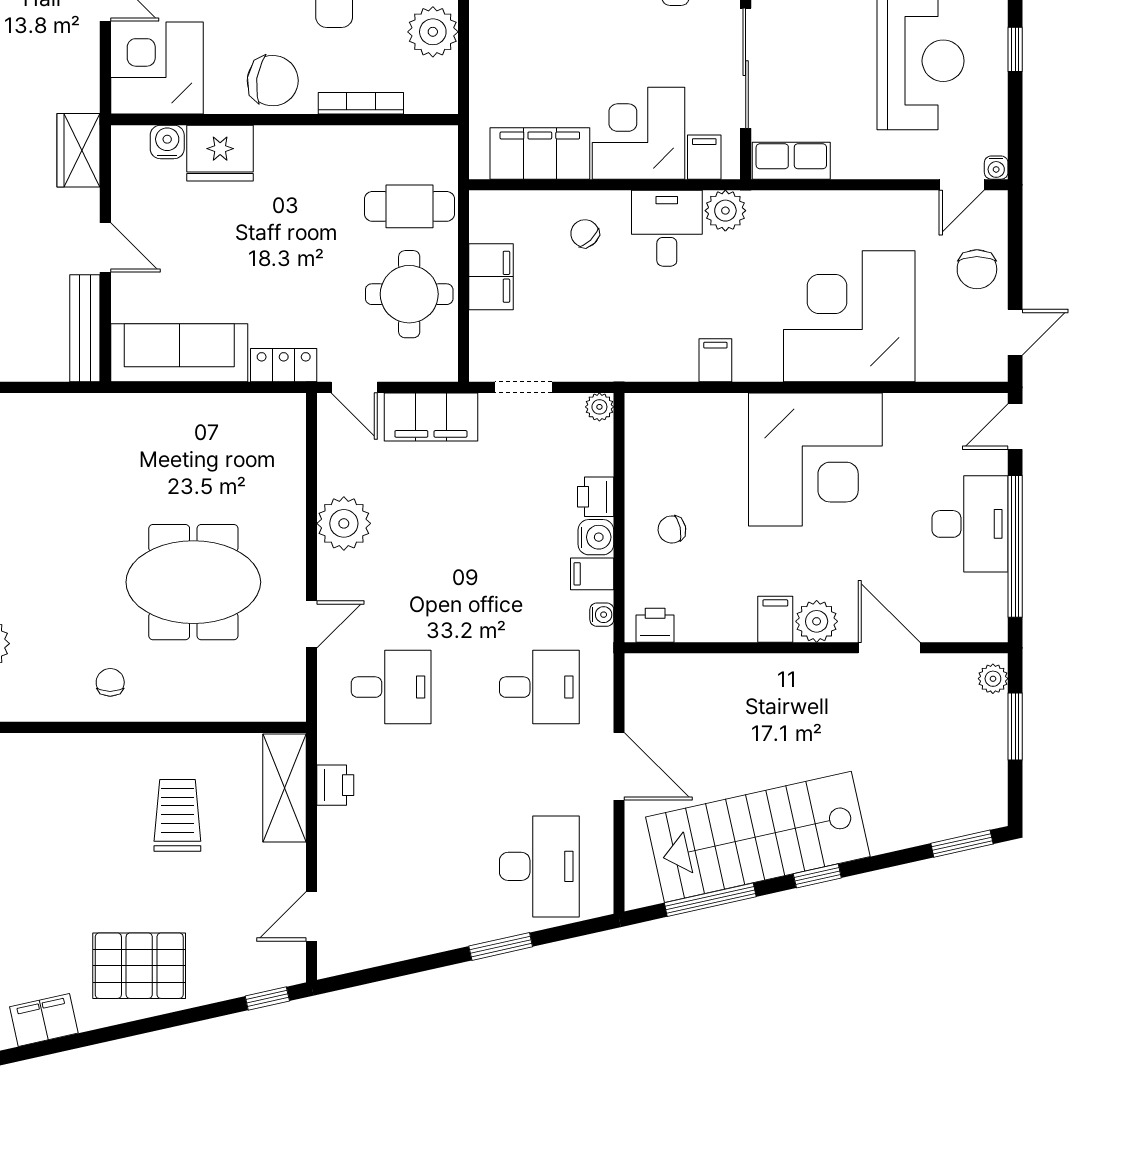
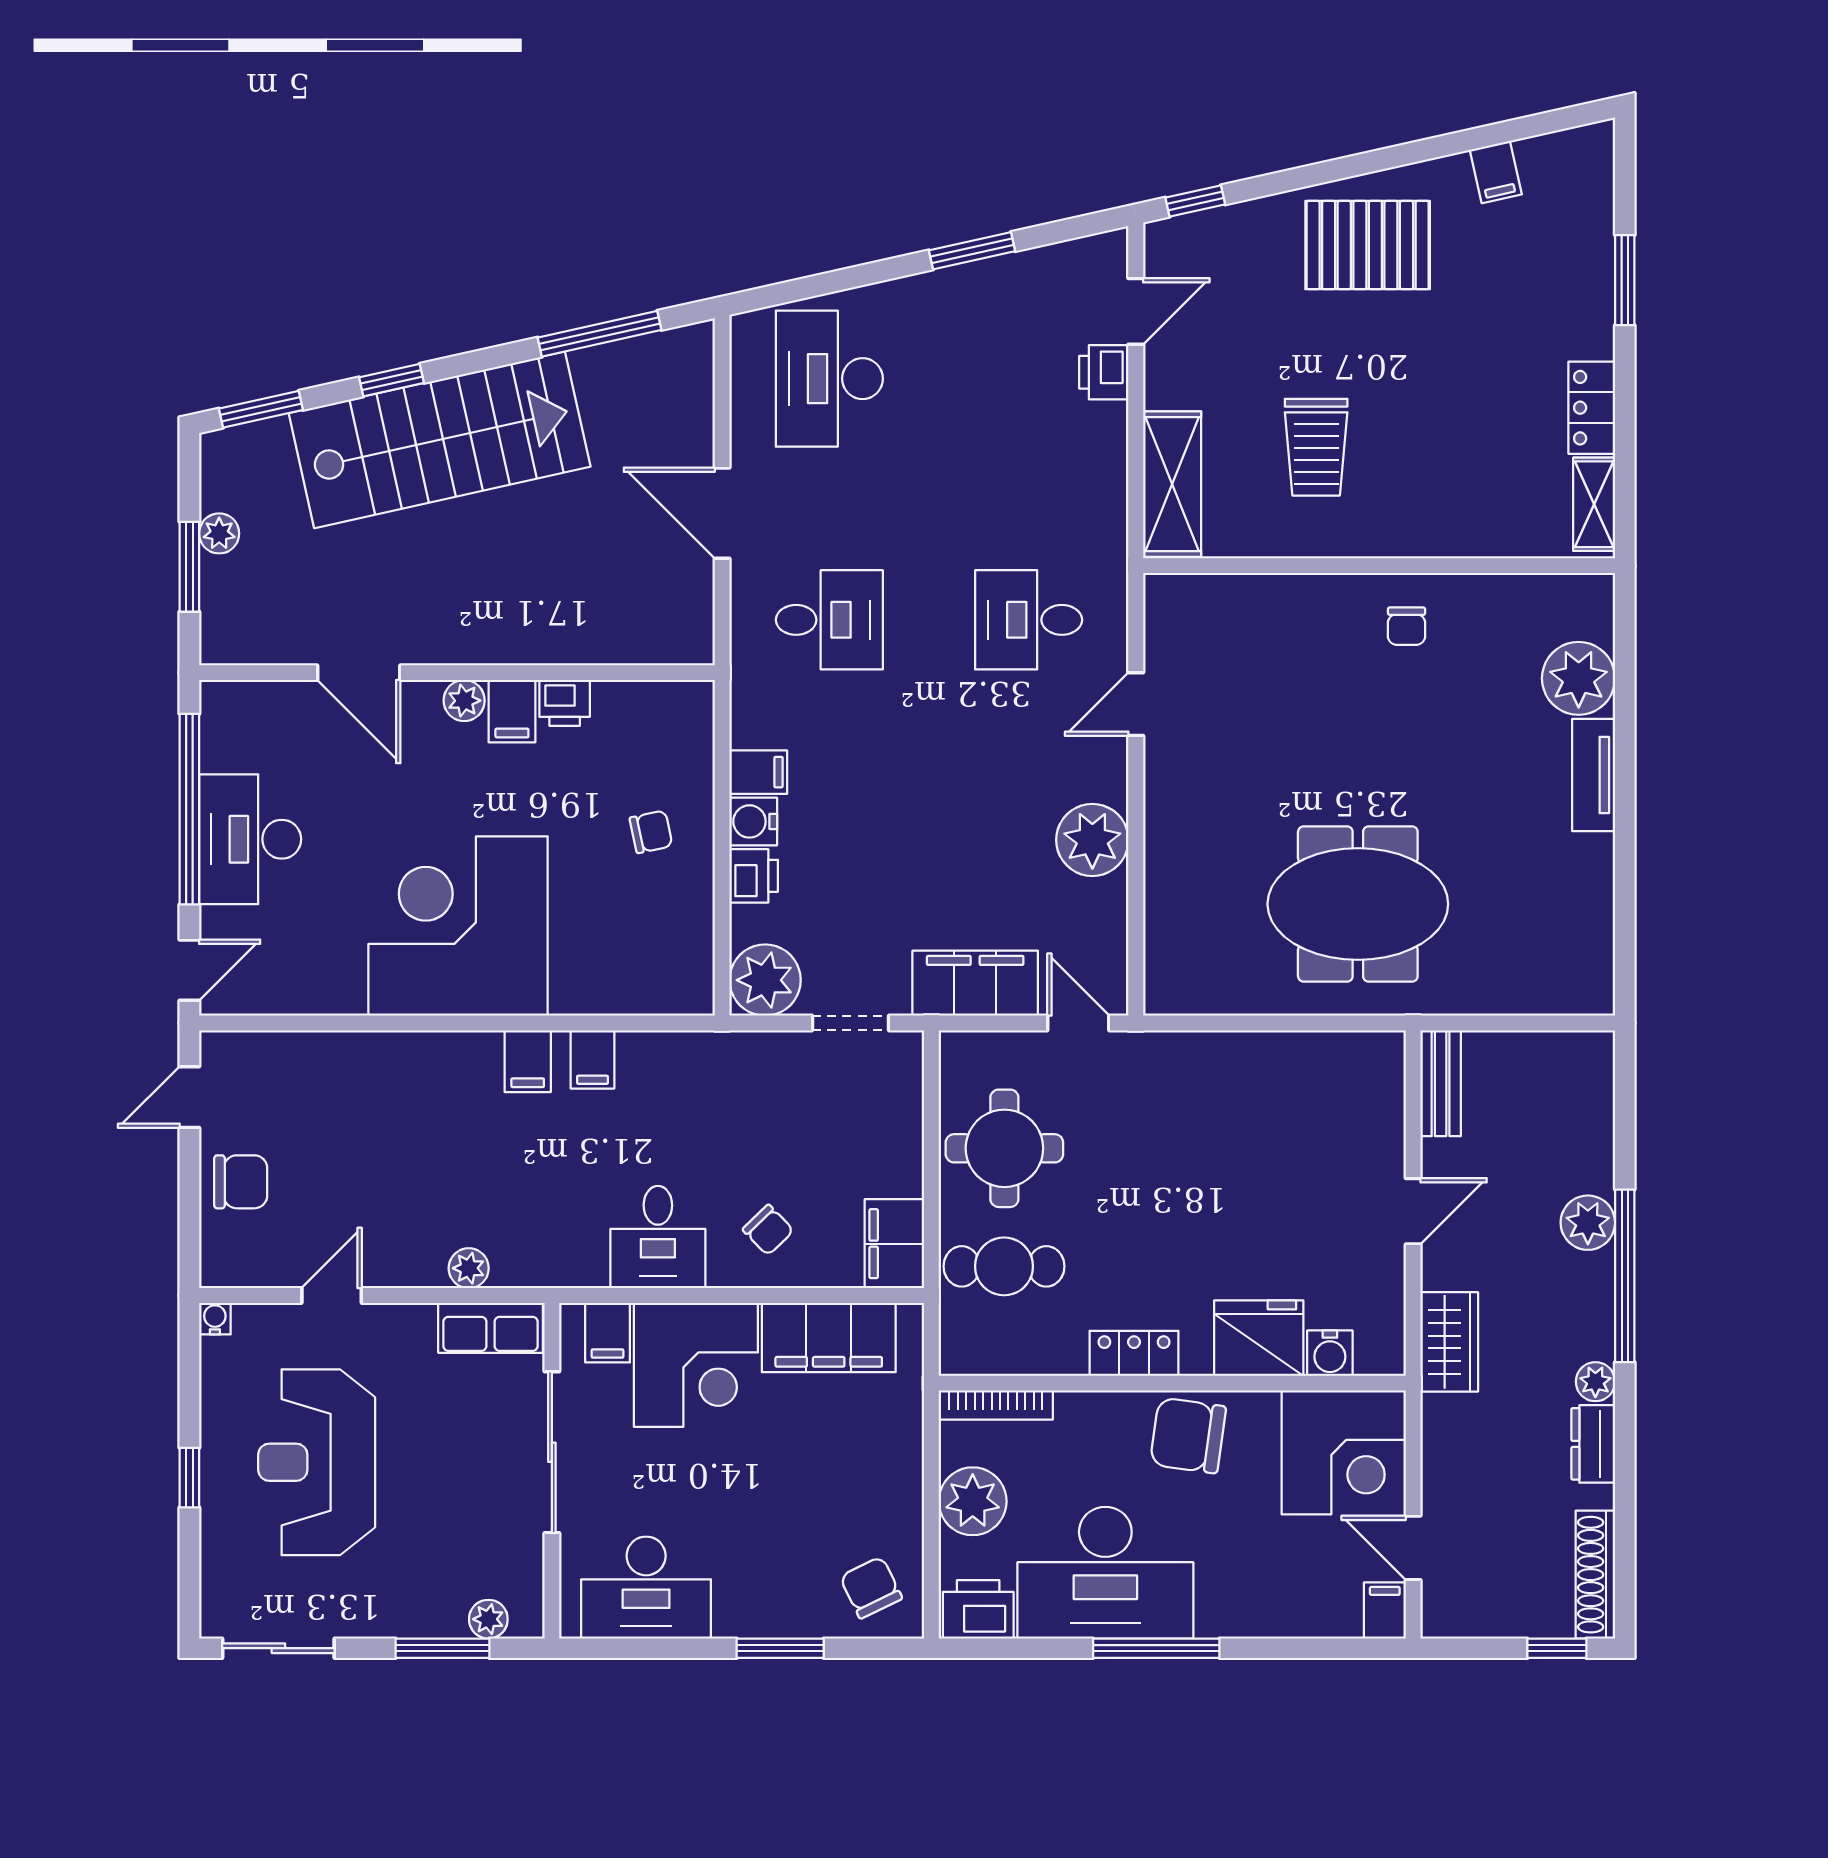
bookcase: (361, 103) -> (996, 1405), moved
door: (962, 185) -> (332, 1295), moved
plant: (725, 211) -> (469, 1268), moved, width x0.73, depth x0.73
door: (105, 247) -> (1413, 1211), swing flipped
chair: (977, 269) -> (241, 1182), turned 90
filing cabinet: (491, 277) -> (894, 1244), moved
corner desk: (849, 316) -> (412, 1119), removed
bench: (85, 328) -> (1441, 1083), width x0.73
sofa: (179, 353) -> (1314, 1069), removed
filing cabinet: (764, 359) -> (528, 1061), added
locker: (284, 365) -> (1134, 1353), moved, turned 180
plant: (599, 407) -> (765, 980), width x1.88, depth x1.88
meeting table: (193, 582) -> (1358, 904), moved
water cooler: (602, 615) -> (745, 717), removed
plant: (817, 621) -> (464, 701), width x0.73, depth x0.73
printer: (655, 625) -> (565, 703), moved
plant: (993, 679) -> (219, 533), moved
desk: (539, 687) -> (829, 620), turned 180
printer: (335, 785) -> (1104, 372), moved
stairs: (758, 837) -> (440, 440), moved
window: (817, 876) -> (391, 380), moved
window: (501, 946) -> (972, 251), moved
filing cabinet: (44, 1020) -> (1496, 172), width x0.50

